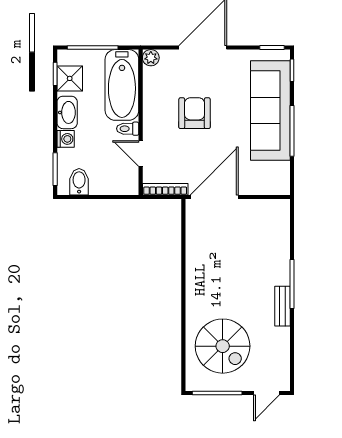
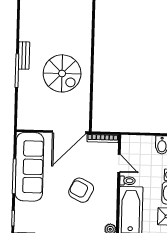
sofa: (270, 110) -> (29, 167), moved
armchair: (195, 113) -> (81, 190), turned 117
spiral stairs: (223, 346) -> (62, 73), moved, turned 180

